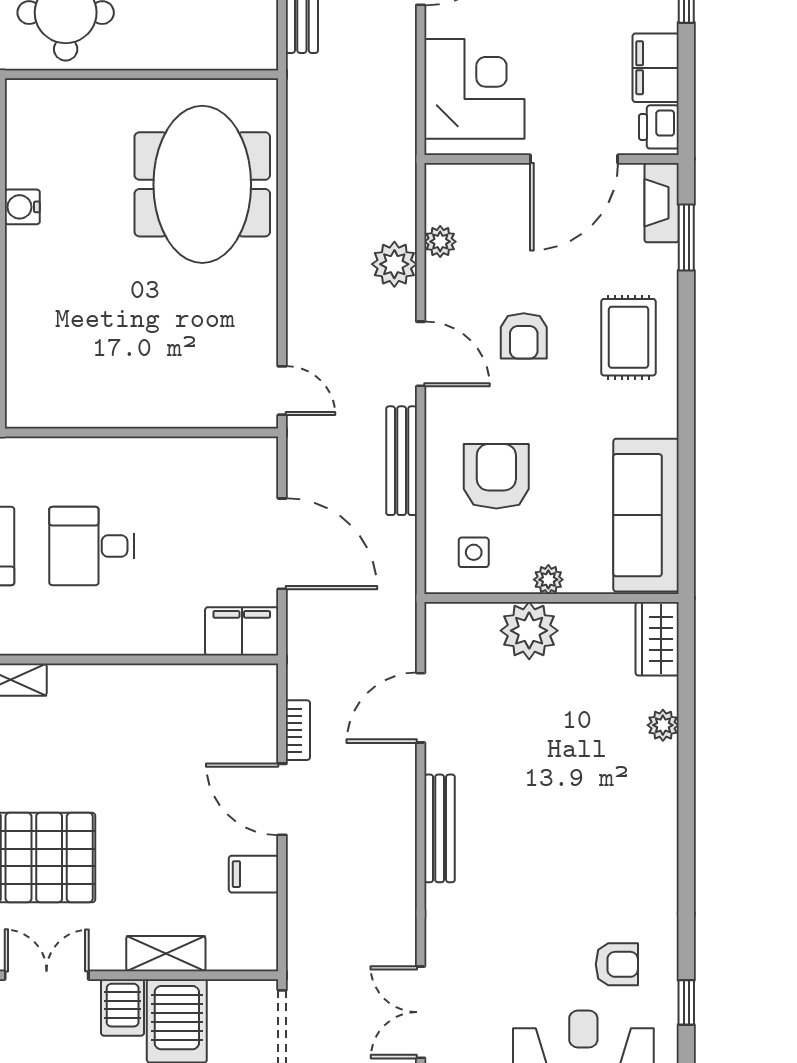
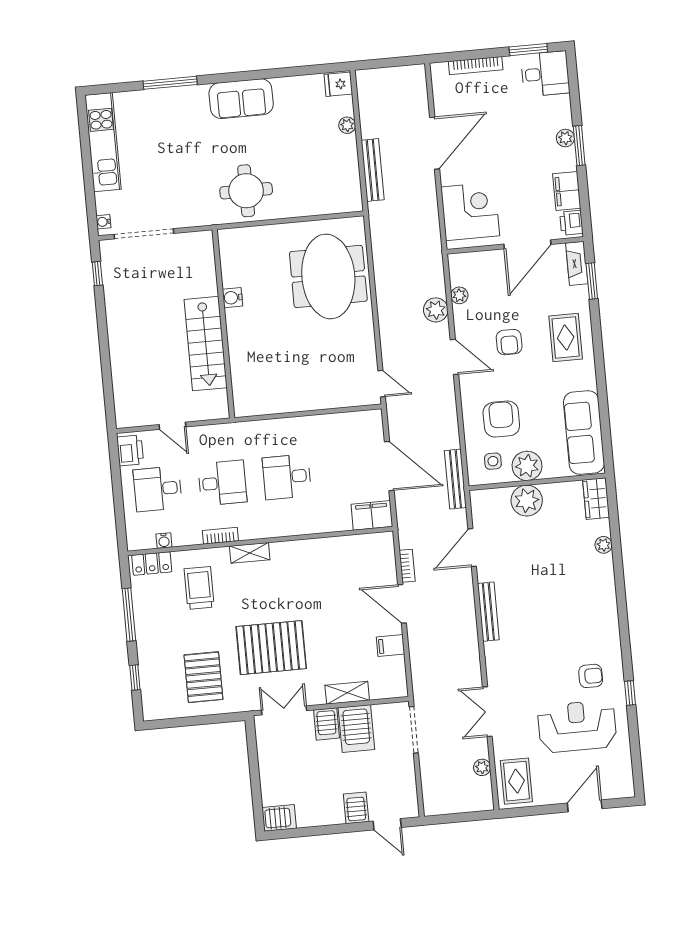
bench: (402, 461) -> (455, 479), moved
plant: (548, 580) -> (527, 466), width x1.88, depth x1.88

